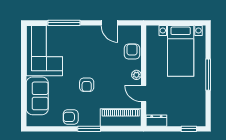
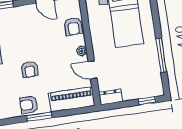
armchair: (132, 52) -> (73, 26), turned 180
window: (208, 75) -> (161, 55), moved
armchair: (71, 117) -> (29, 105), moved

